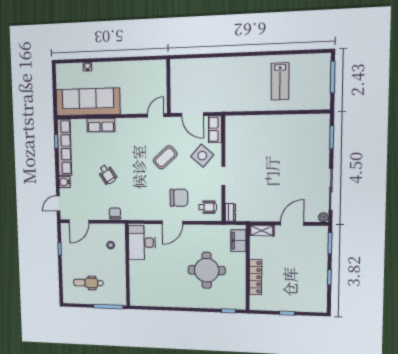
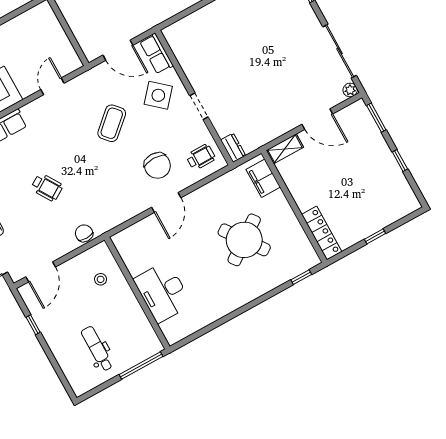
door: (156, 115) -> (52, 86), moved
chair: (179, 198) -> (157, 166), turned 90
door: (292, 224) -> (317, 119), swing flipped
desk: (142, 243) -> (163, 292), moved
round table: (207, 270) -> (244, 240), turned -36
locker: (255, 277) -> (322, 233), moved
dental chair: (88, 283) -> (97, 349), turned 90

